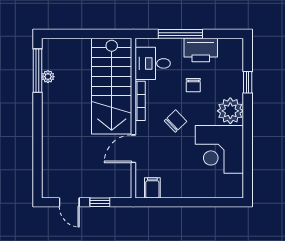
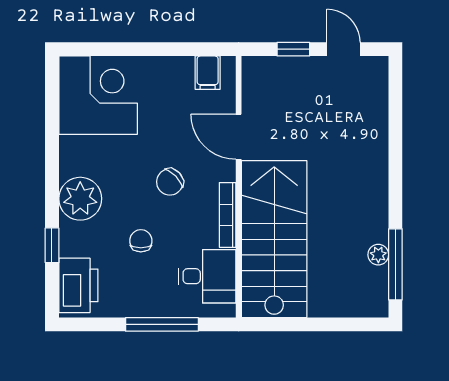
printer: (201, 50) -> (78, 285), moved, turned 90
door: (133, 149) -> (239, 137), swing flipped
corner desk: (219, 149) -> (98, 95), moved

